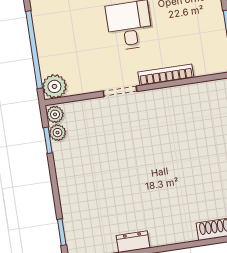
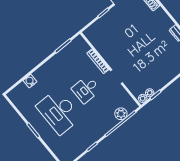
plant: (54, 86) -> (121, 114), moved

